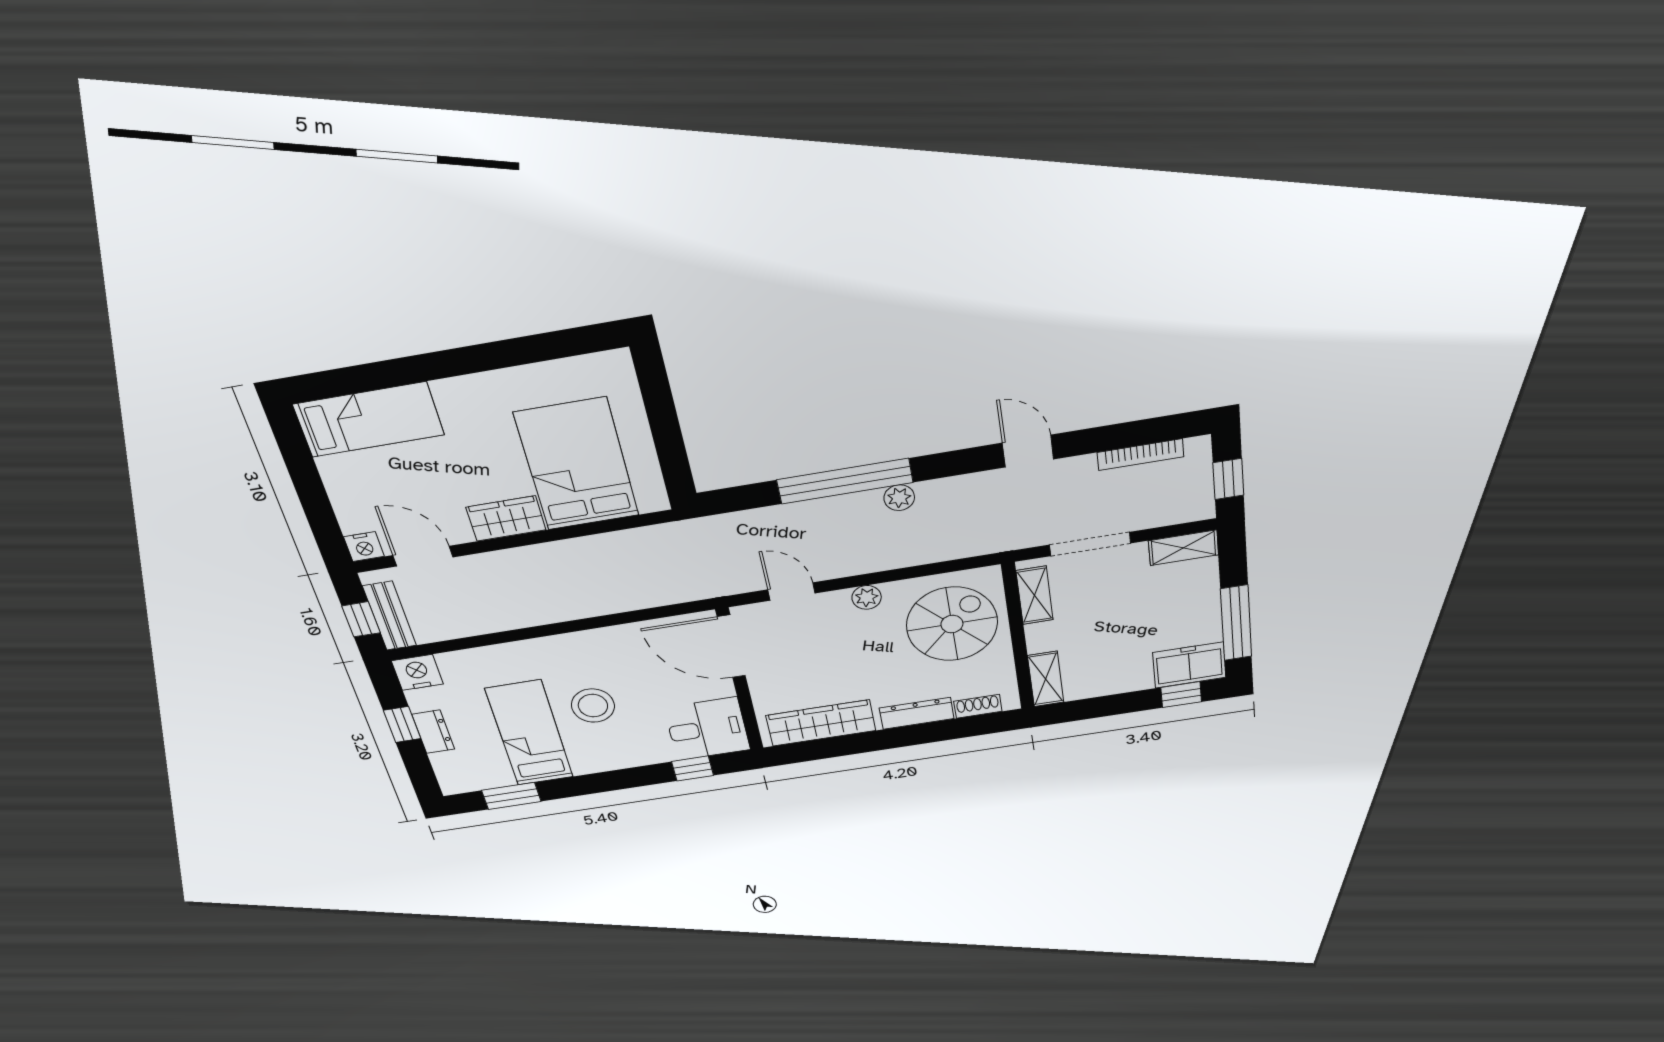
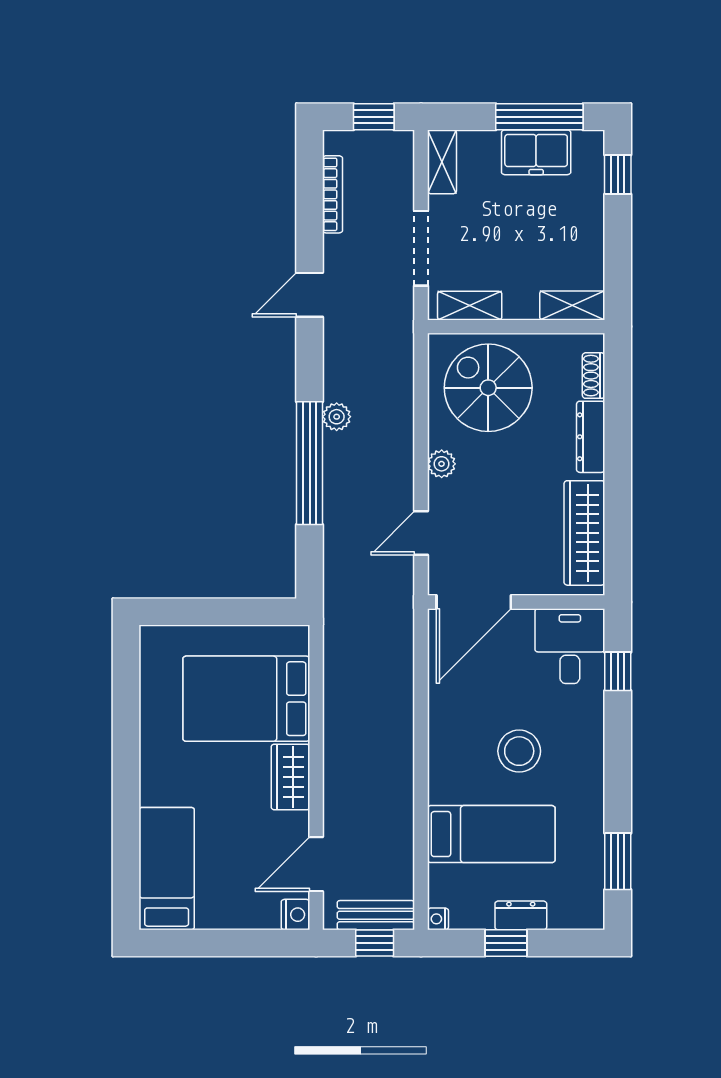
freezer: (1189, 665) -> (536, 152), moved, turned -90
nightstand: (417, 672) -> (438, 919), width x0.53, depth x0.56
bed: (529, 733) -> (491, 834), moved, turned 180

